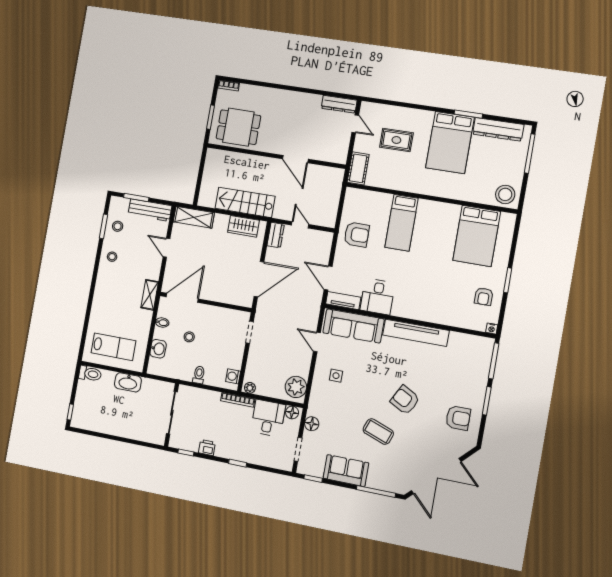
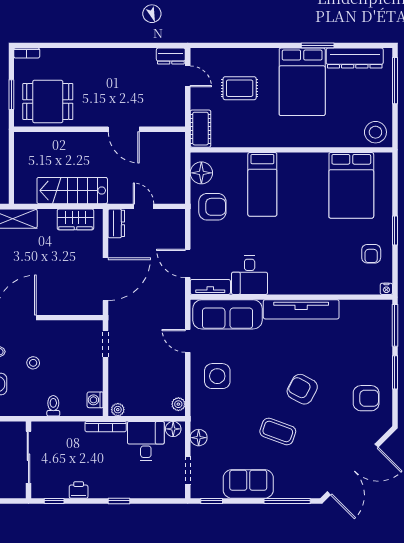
dresser: (339, 104) -> (171, 56), width x0.70
floor lamp: (352, 205) -> (201, 173), added
side table: (336, 376) -> (217, 376), width x1.87, depth x1.87
plant: (296, 387) -> (178, 404), width x0.53, depth x0.53

